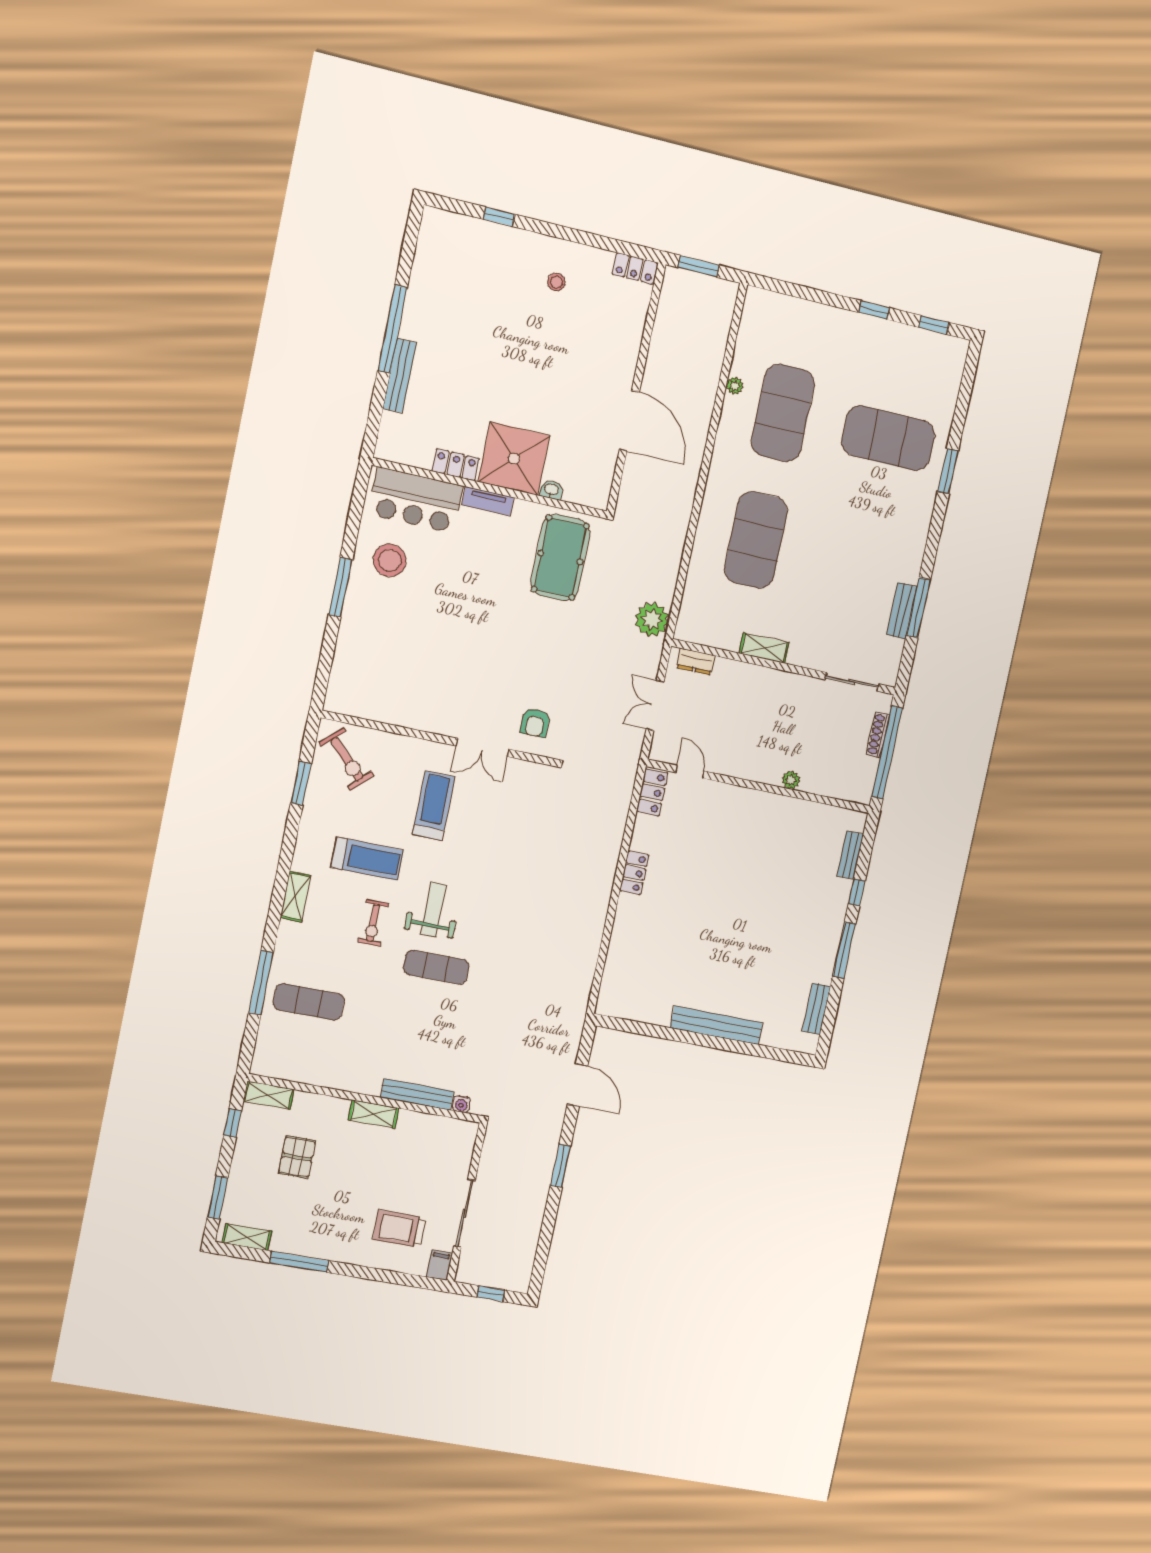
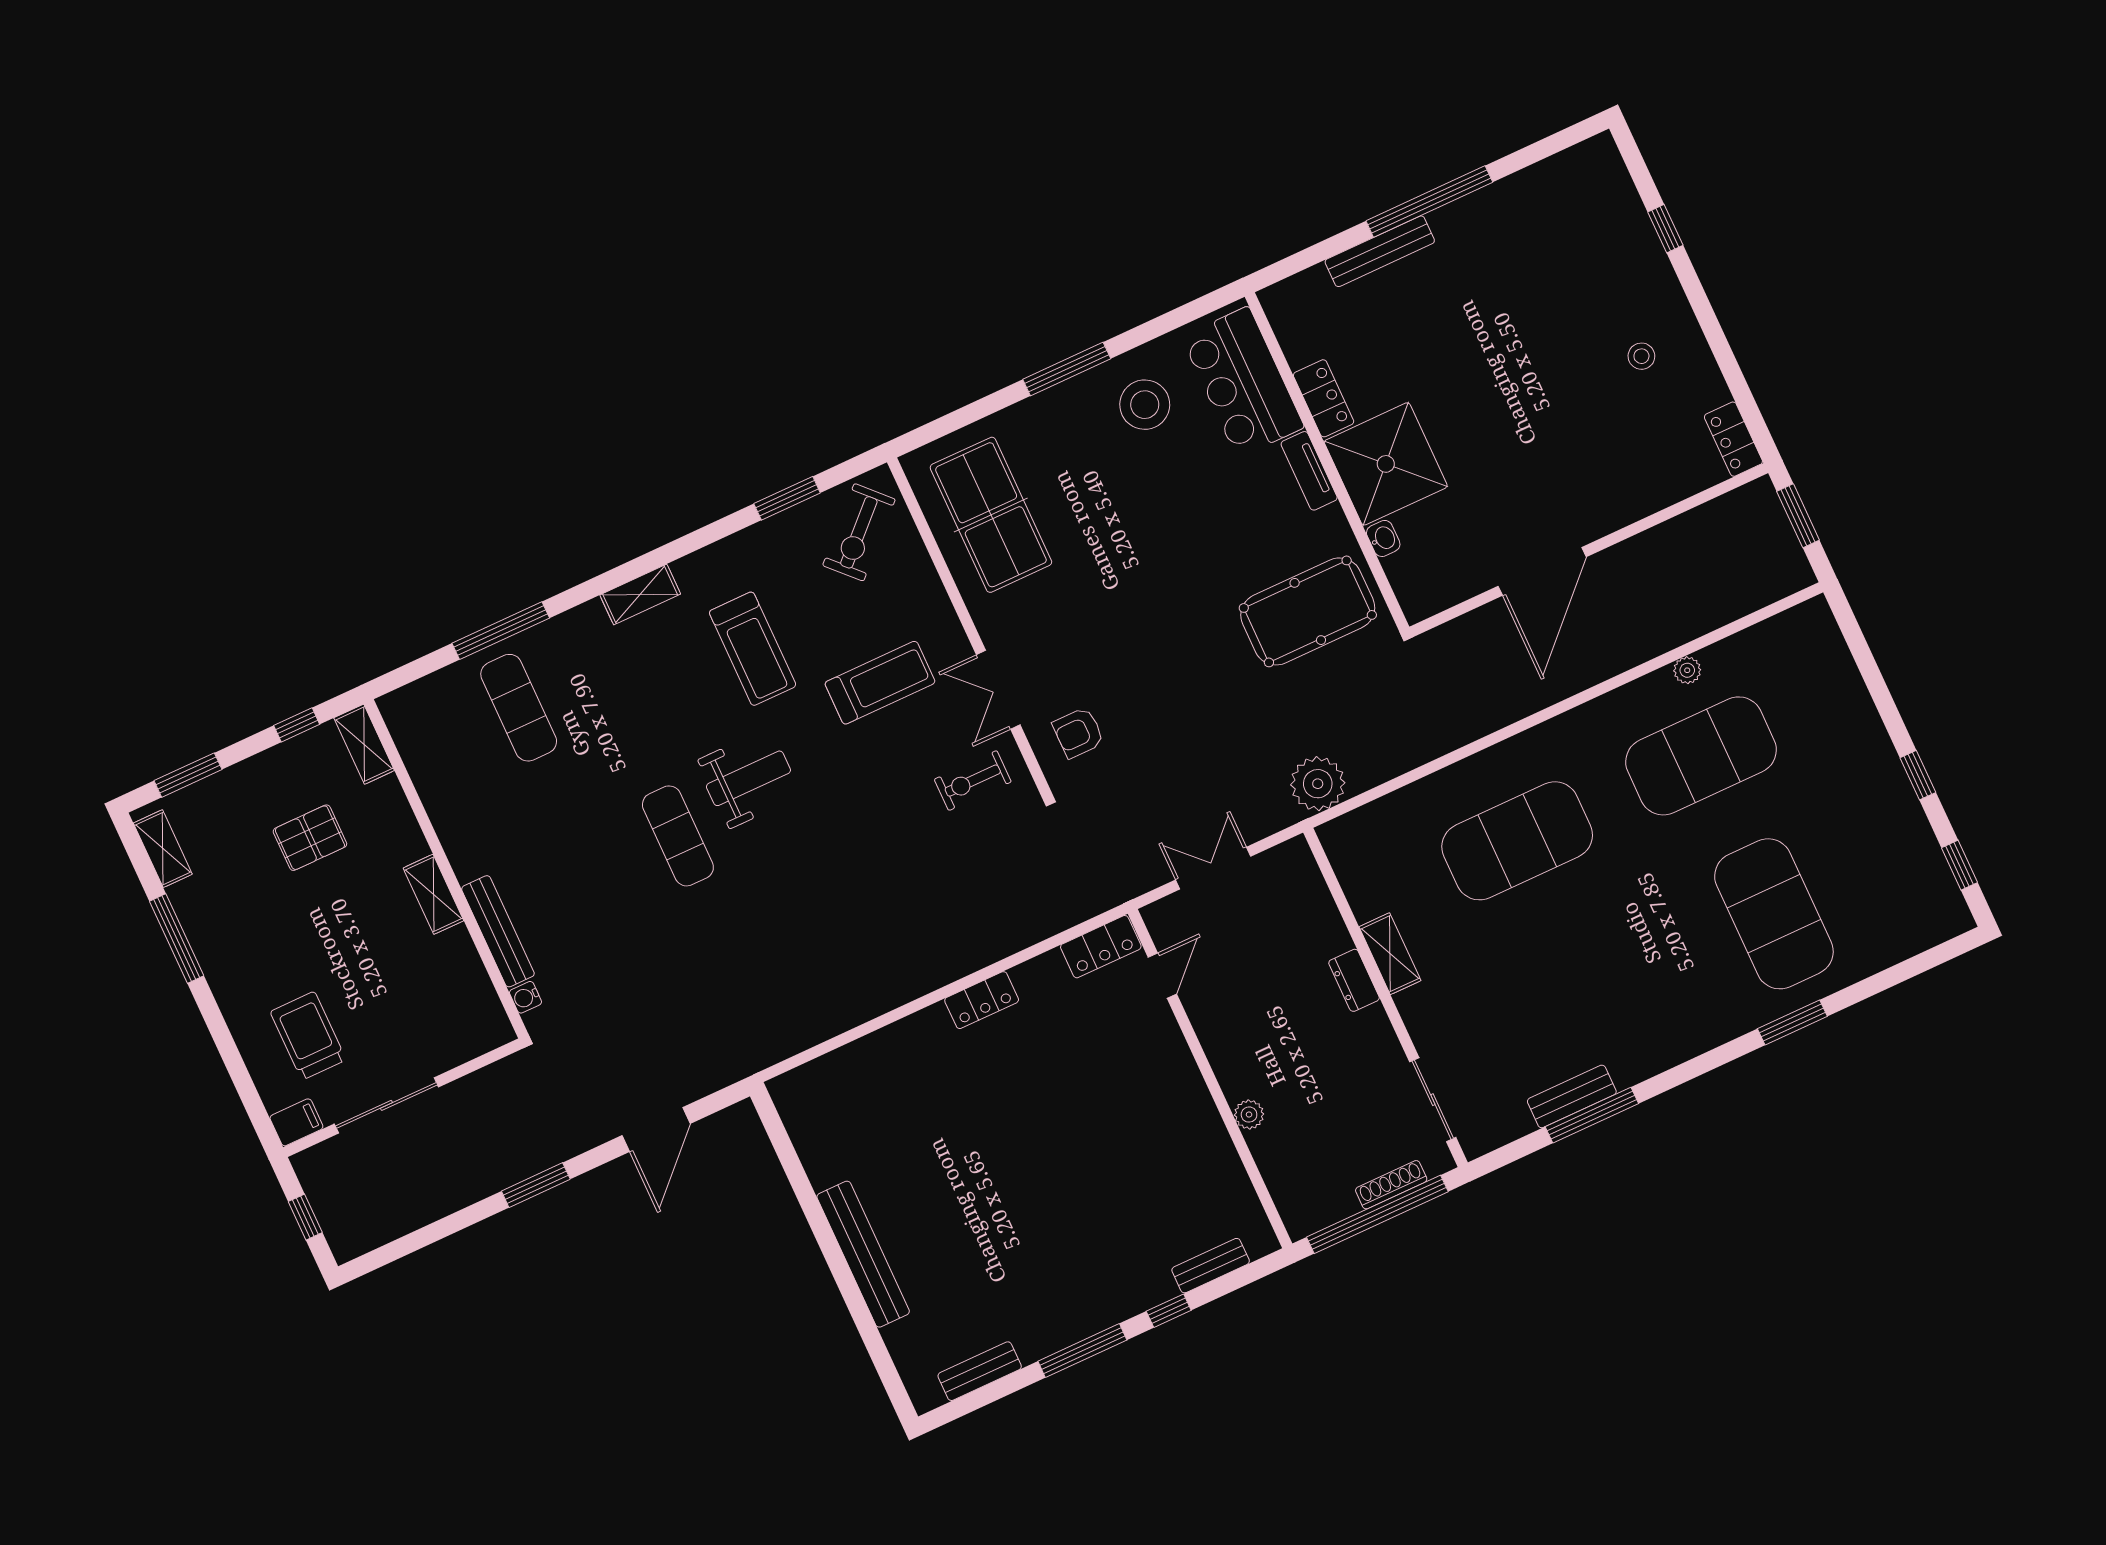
dresser: (696, 662) -> (1354, 980), moved
table tennis table: (388, 684) -> (991, 515), added
exercise bike: (373, 923) -> (973, 781), moved

